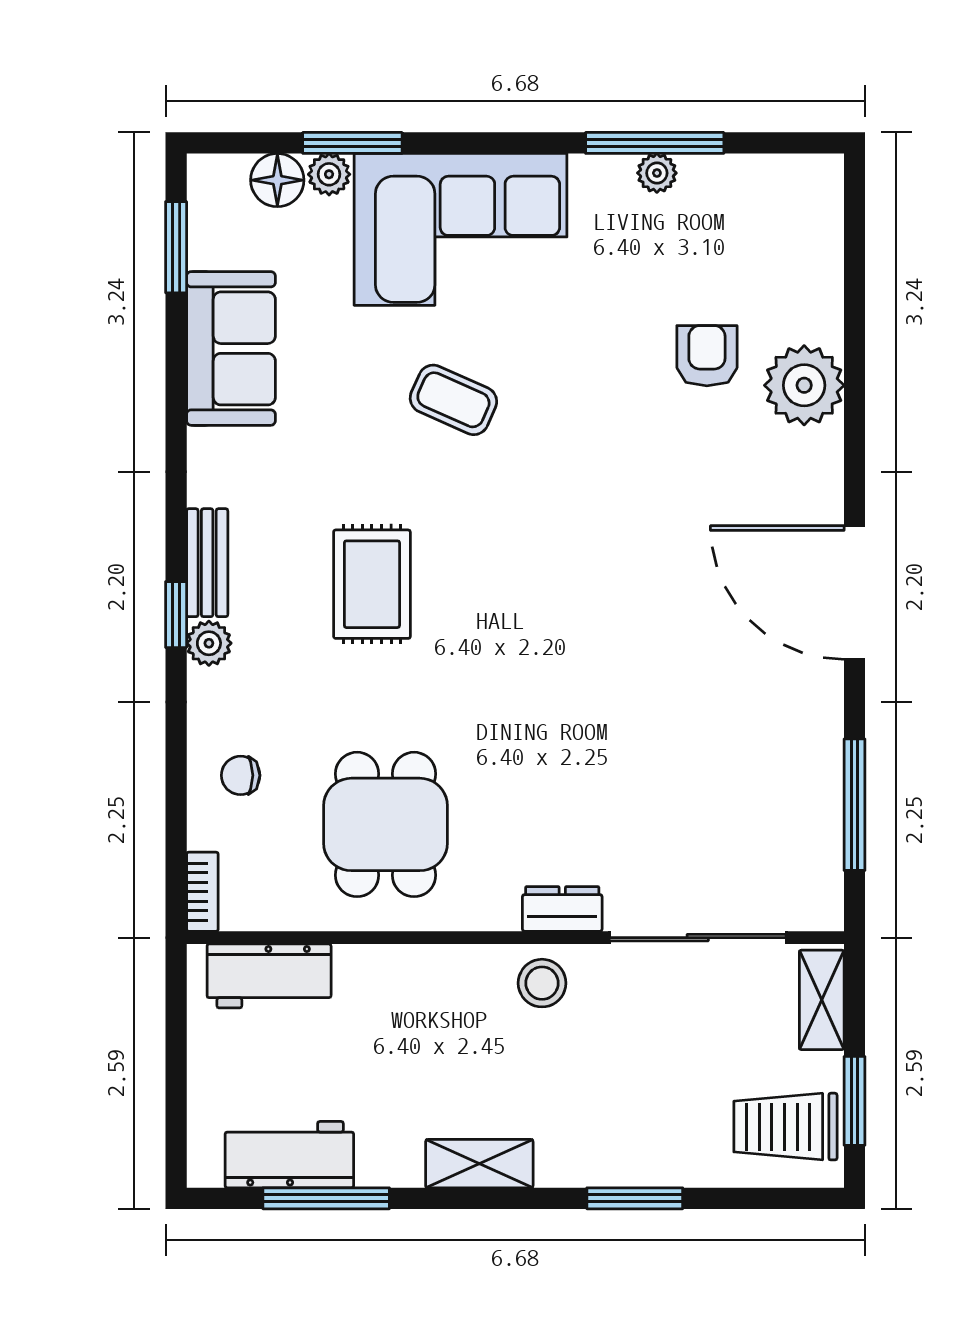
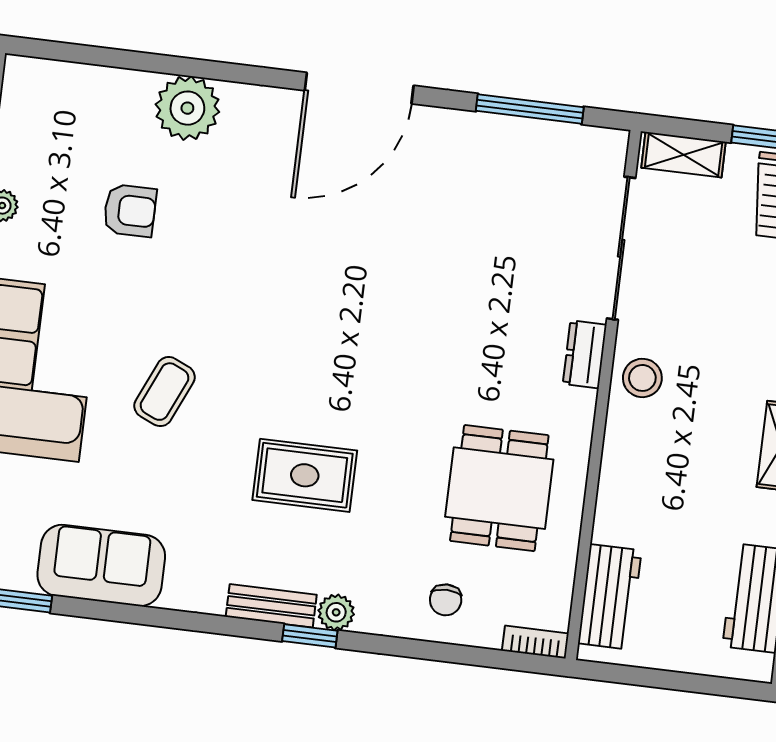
armchair: (707, 356) -> (130, 210), moved, turned 180
dining table: (386, 824) -> (499, 488), turned 90

